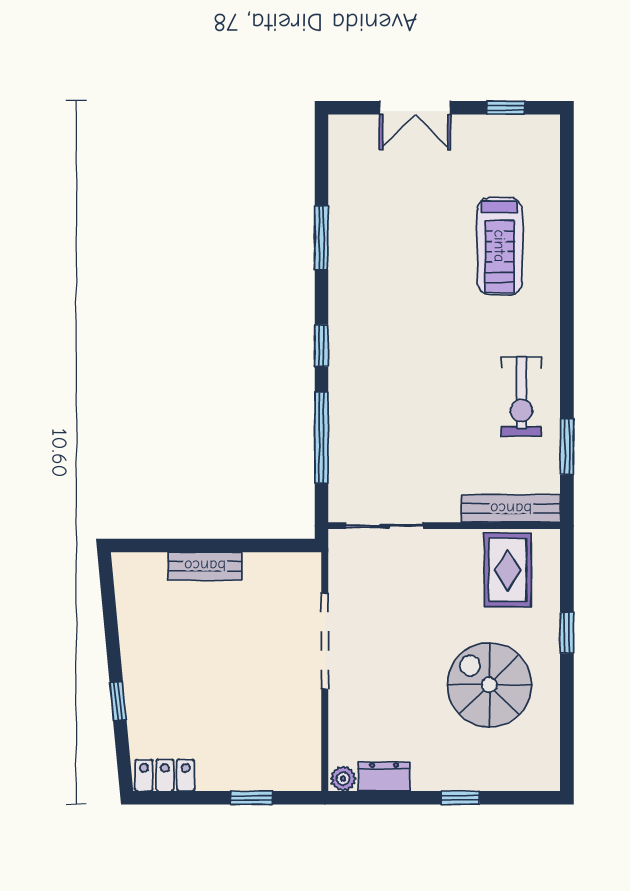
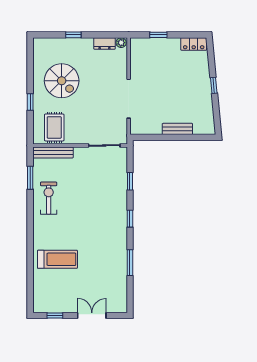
treadmill: (500, 246) -> (57, 259), turned 90
window: (321, 438) -> (130, 181), width x0.46
window: (118, 701) -> (214, 85), moved

